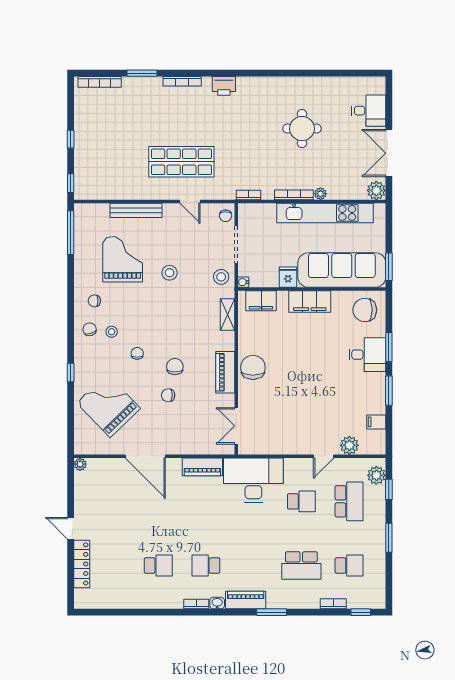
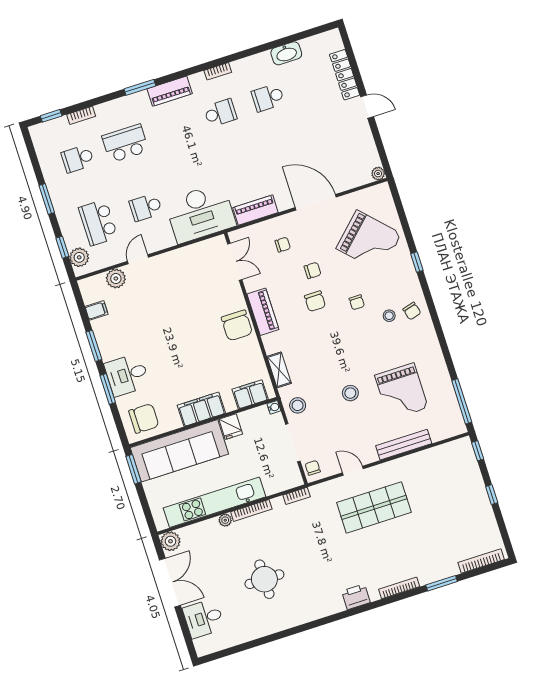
chair: (94, 301) -> (283, 245), moved
washbasin: (217, 603) -> (286, 53), moved, width x1.91, depth x1.45

